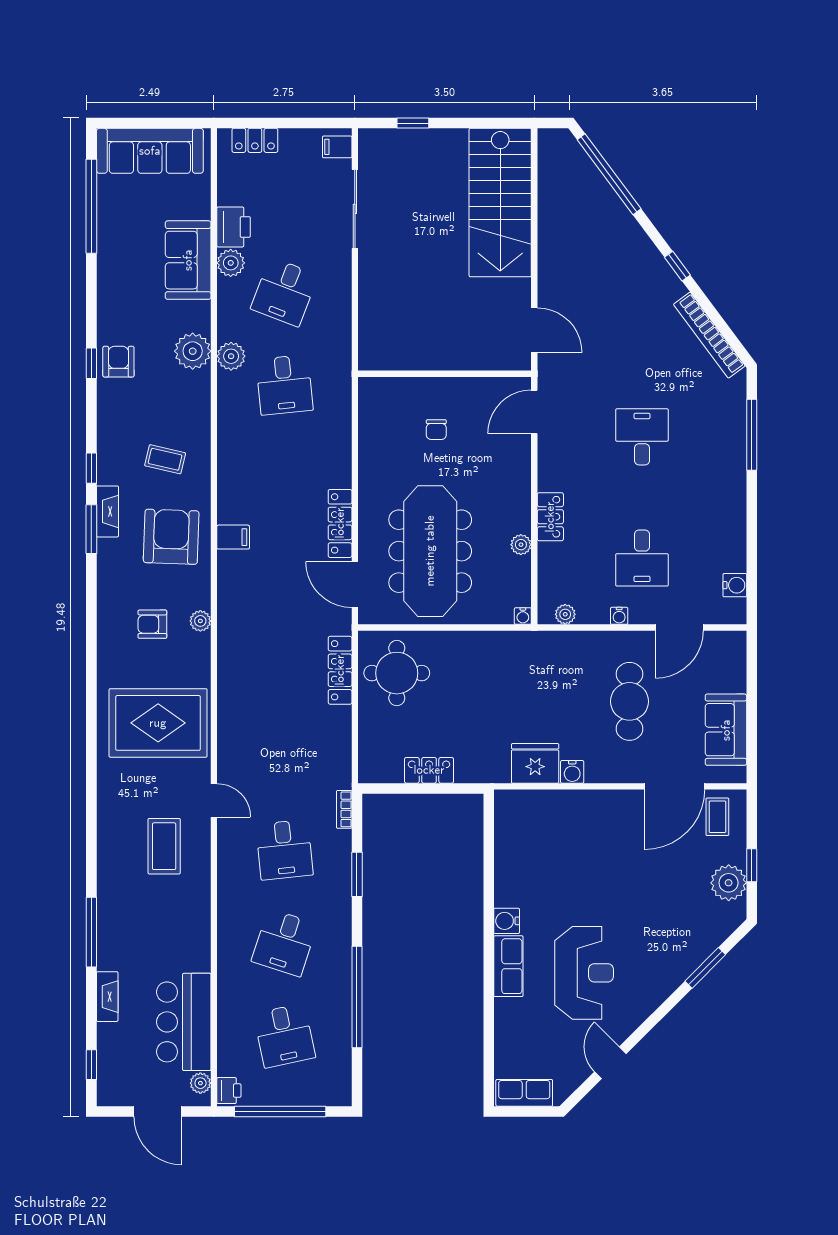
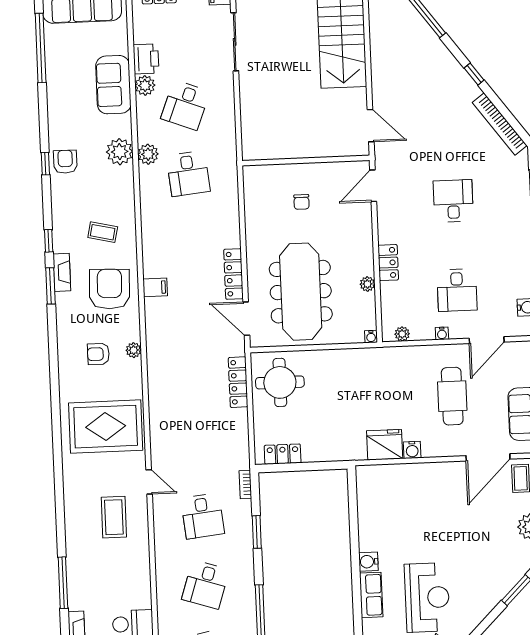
locker: (429, 770) -> (283, 454), moved

